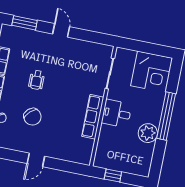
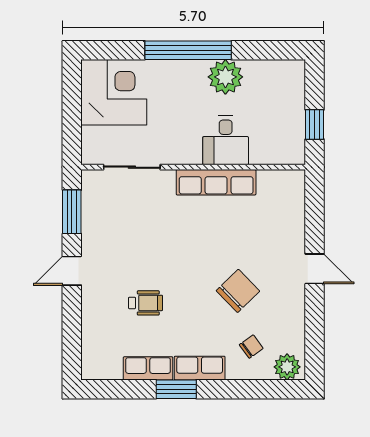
window: (25, 23) -> (72, 212), moved
wheelchair: (37, 80) -> (146, 303), moved
desk: (117, 113) -> (226, 140), moved

